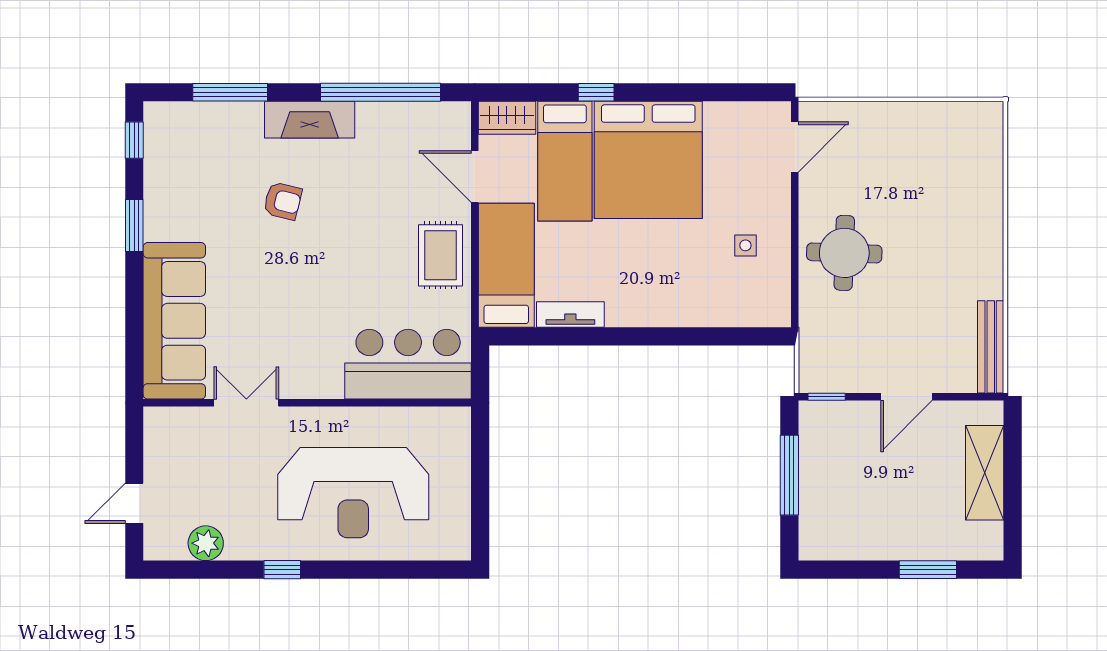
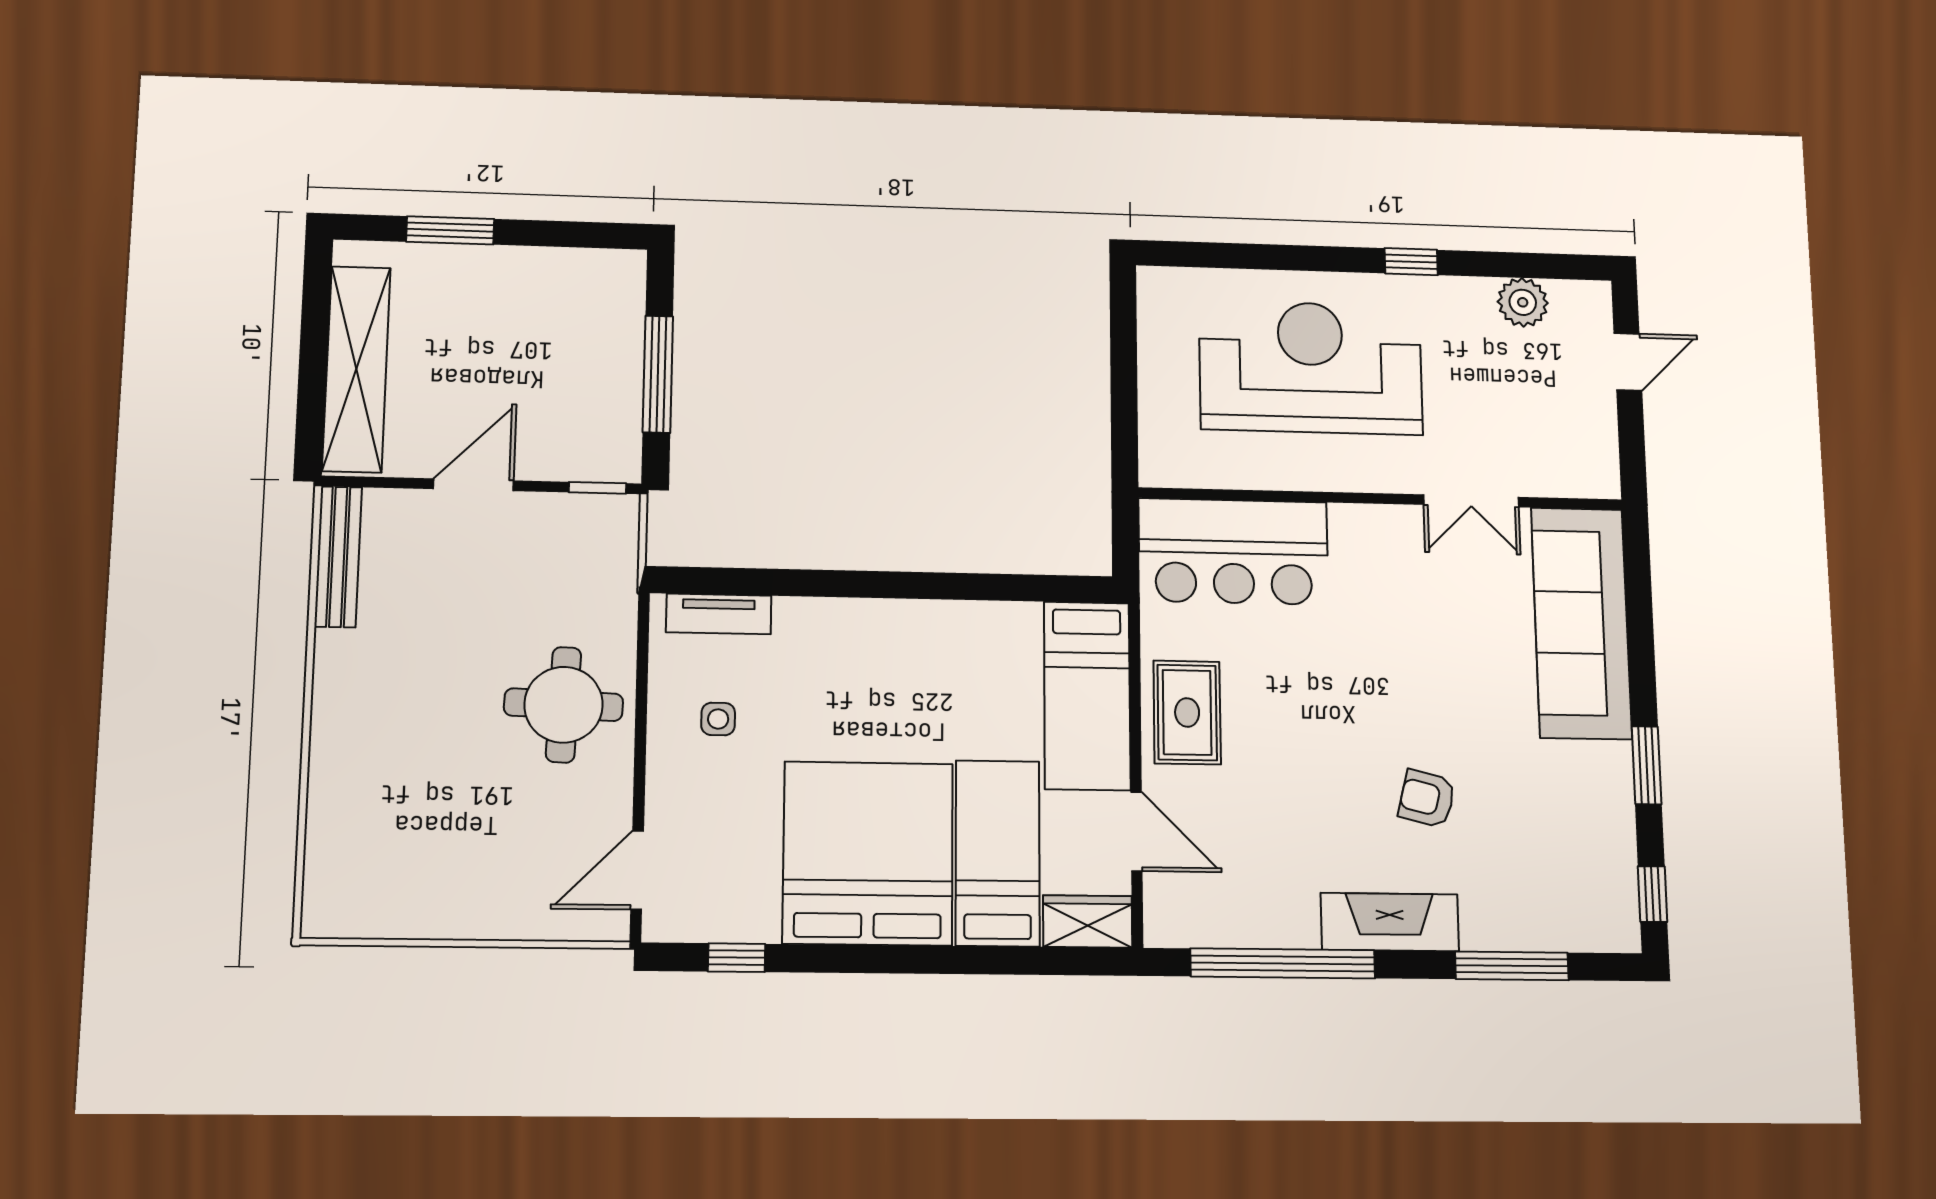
window: (596, 92) -> (737, 958), moved
tv unit: (570, 315) -> (719, 614), moved
shelving: (985, 473) -> (356, 369), width x1.47

